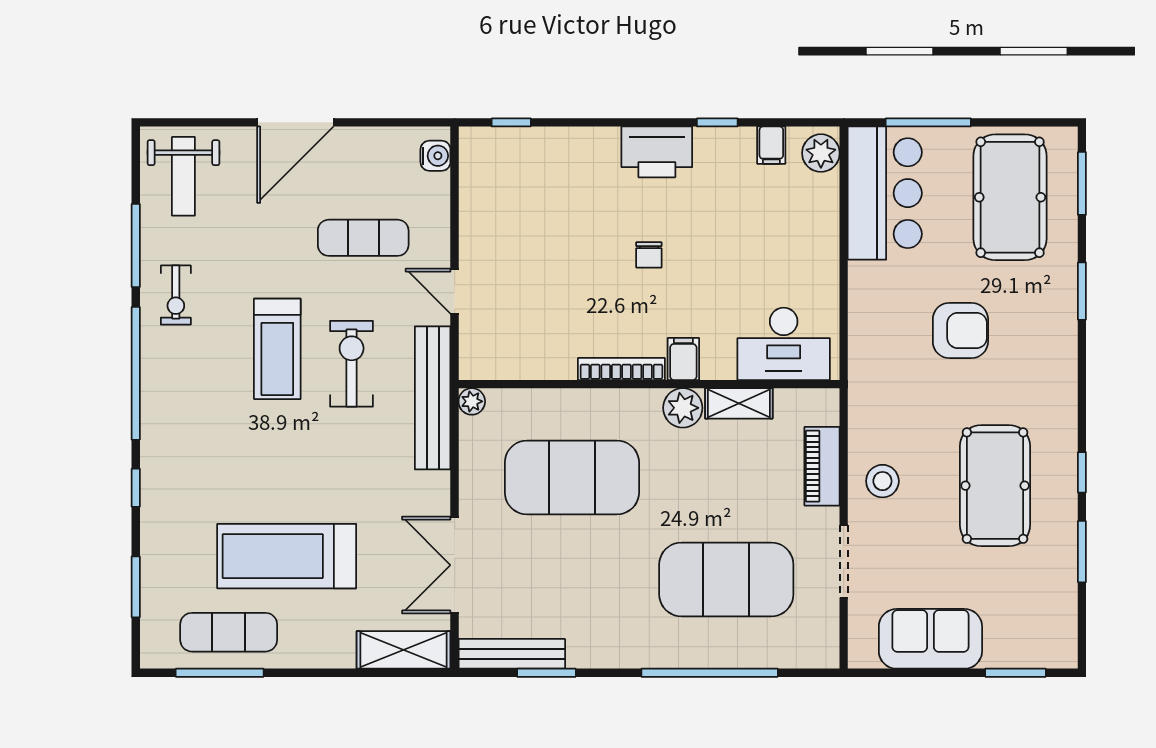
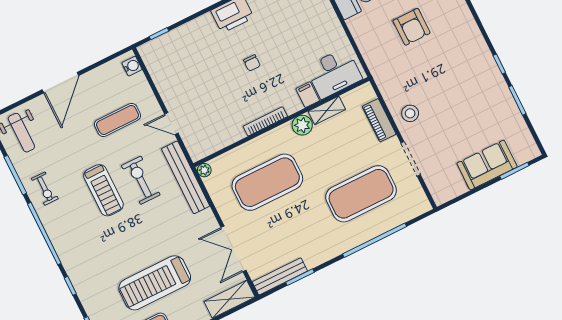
armchair: (960, 330) -> (412, 27), turned 90
filing cabinet: (683, 359) -> (308, 95), moved
pool table: (995, 486) -> (463, 90), removed
sofa: (930, 639) -> (487, 165), moved

